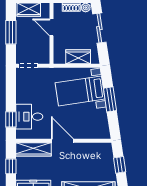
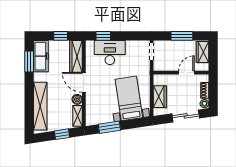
window: (110, 99) -> (109, 127), moved
desk: (29, 117) -> (110, 53), width x1.37
door: (62, 141) -> (84, 82), swing flipped
boiler: (81, 148) -> (77, 99), added
shelving: (99, 148) -> (77, 116), added

